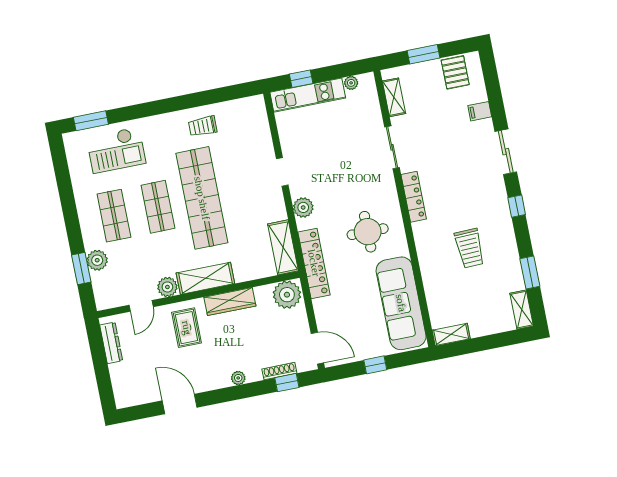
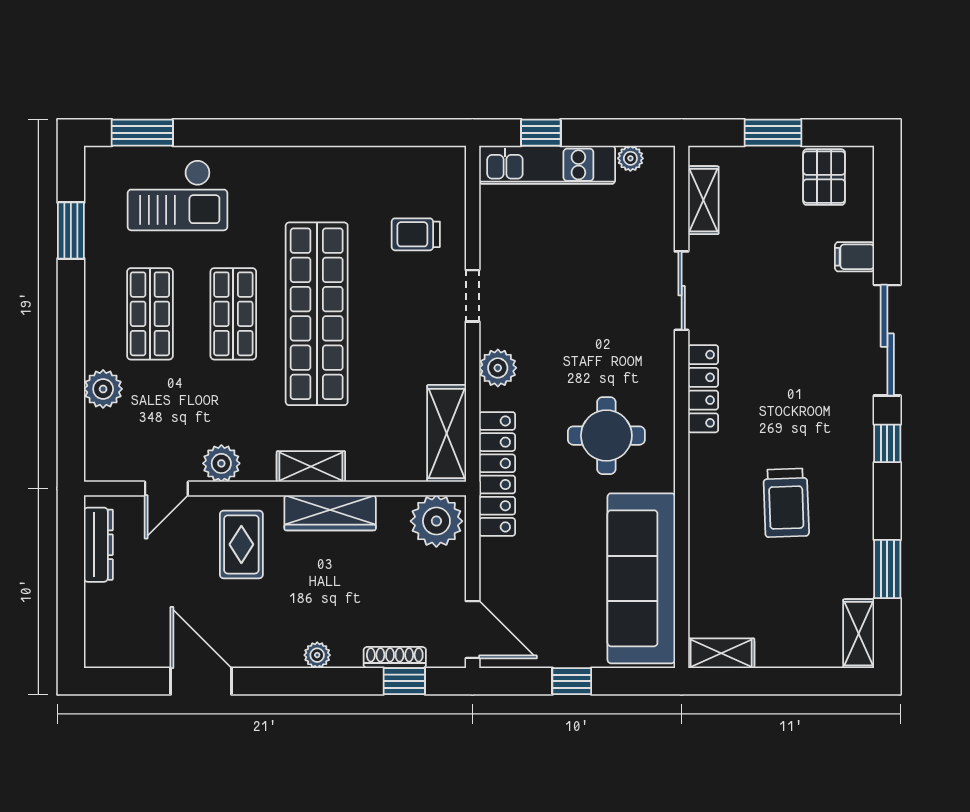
trolley: (203, 126) -> (416, 234), moved
sliding door: (506, 152) -> (887, 340), width x1.37
window: (81, 268) -> (71, 230), moved
shelving: (205, 278) -> (311, 467), width x0.67, depth x0.75

